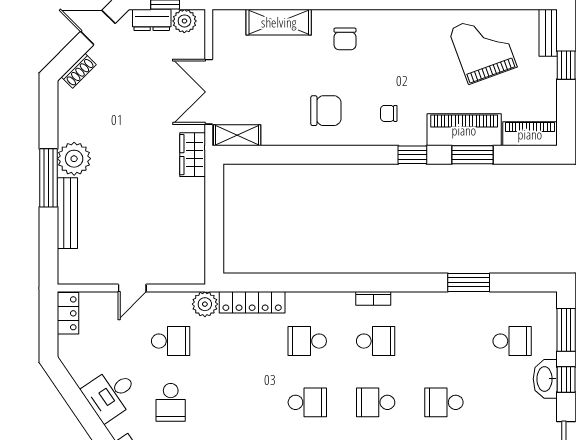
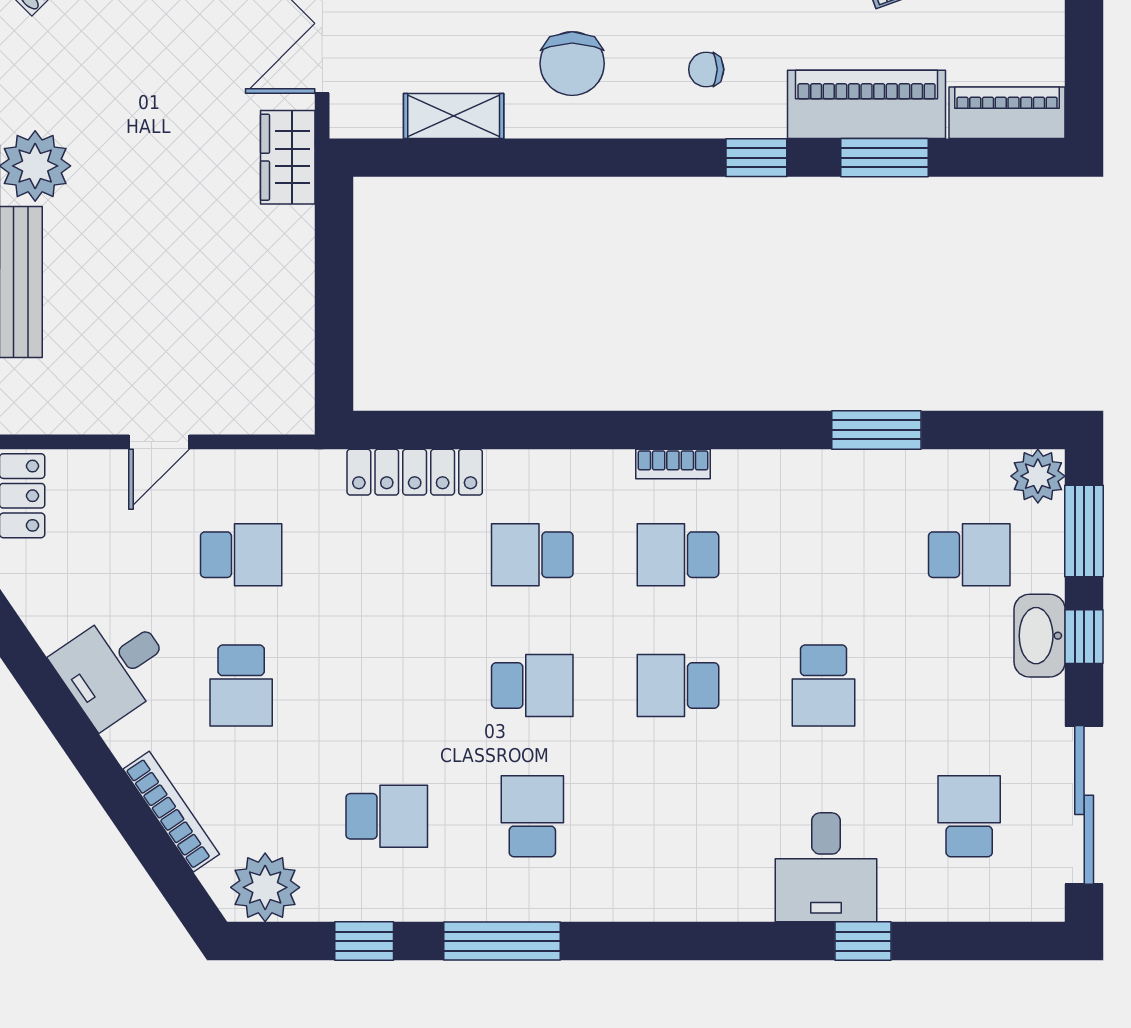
chair: (326, 111) -> (572, 64), turned 90
shelving: (237, 135) -> (454, 116), moved
plant: (205, 304) -> (1038, 476), moved
school desk: (376, 341) -> (678, 555), turned 180
school desk: (444, 402) -> (824, 685), turned -90

